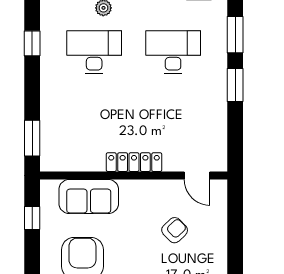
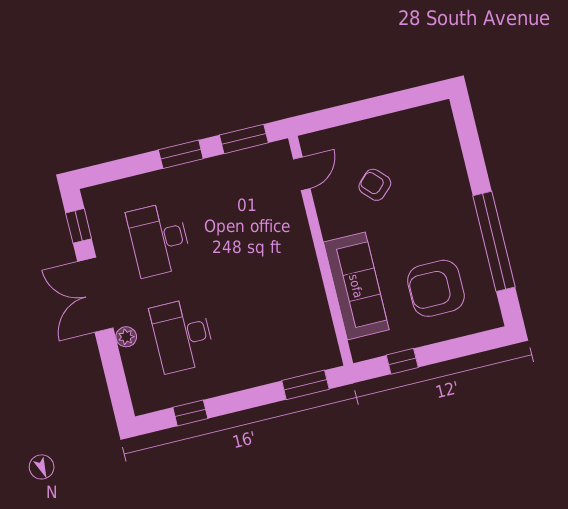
window: (235, 35) -> (244, 139), moved
locker: (134, 162) -> (304, 254), removed
sofa: (89, 197) -> (356, 286), width x1.36

